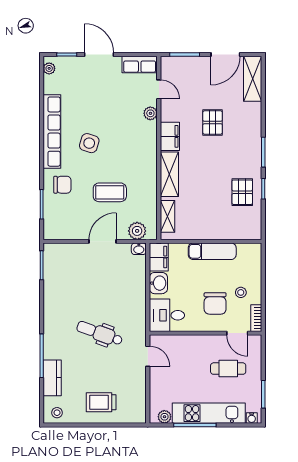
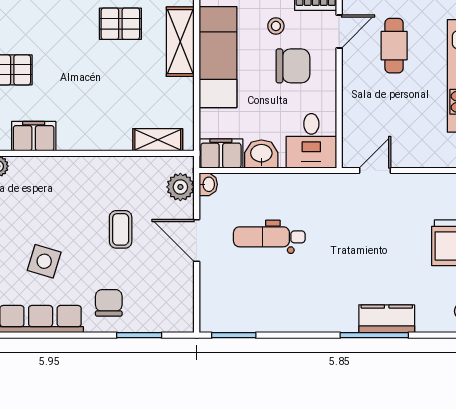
shelving: (169, 174) -> (180, 42), moved, turned 90
coffee table: (110, 192) -> (121, 229), width x0.73, depth x0.77
exam couch: (212, 251) -> (218, 57), width x1.36, depth x1.45
dental chair: (100, 333) -> (269, 237), moved, turned 70
kitchen counter: (52, 378) -> (387, 319), moved

